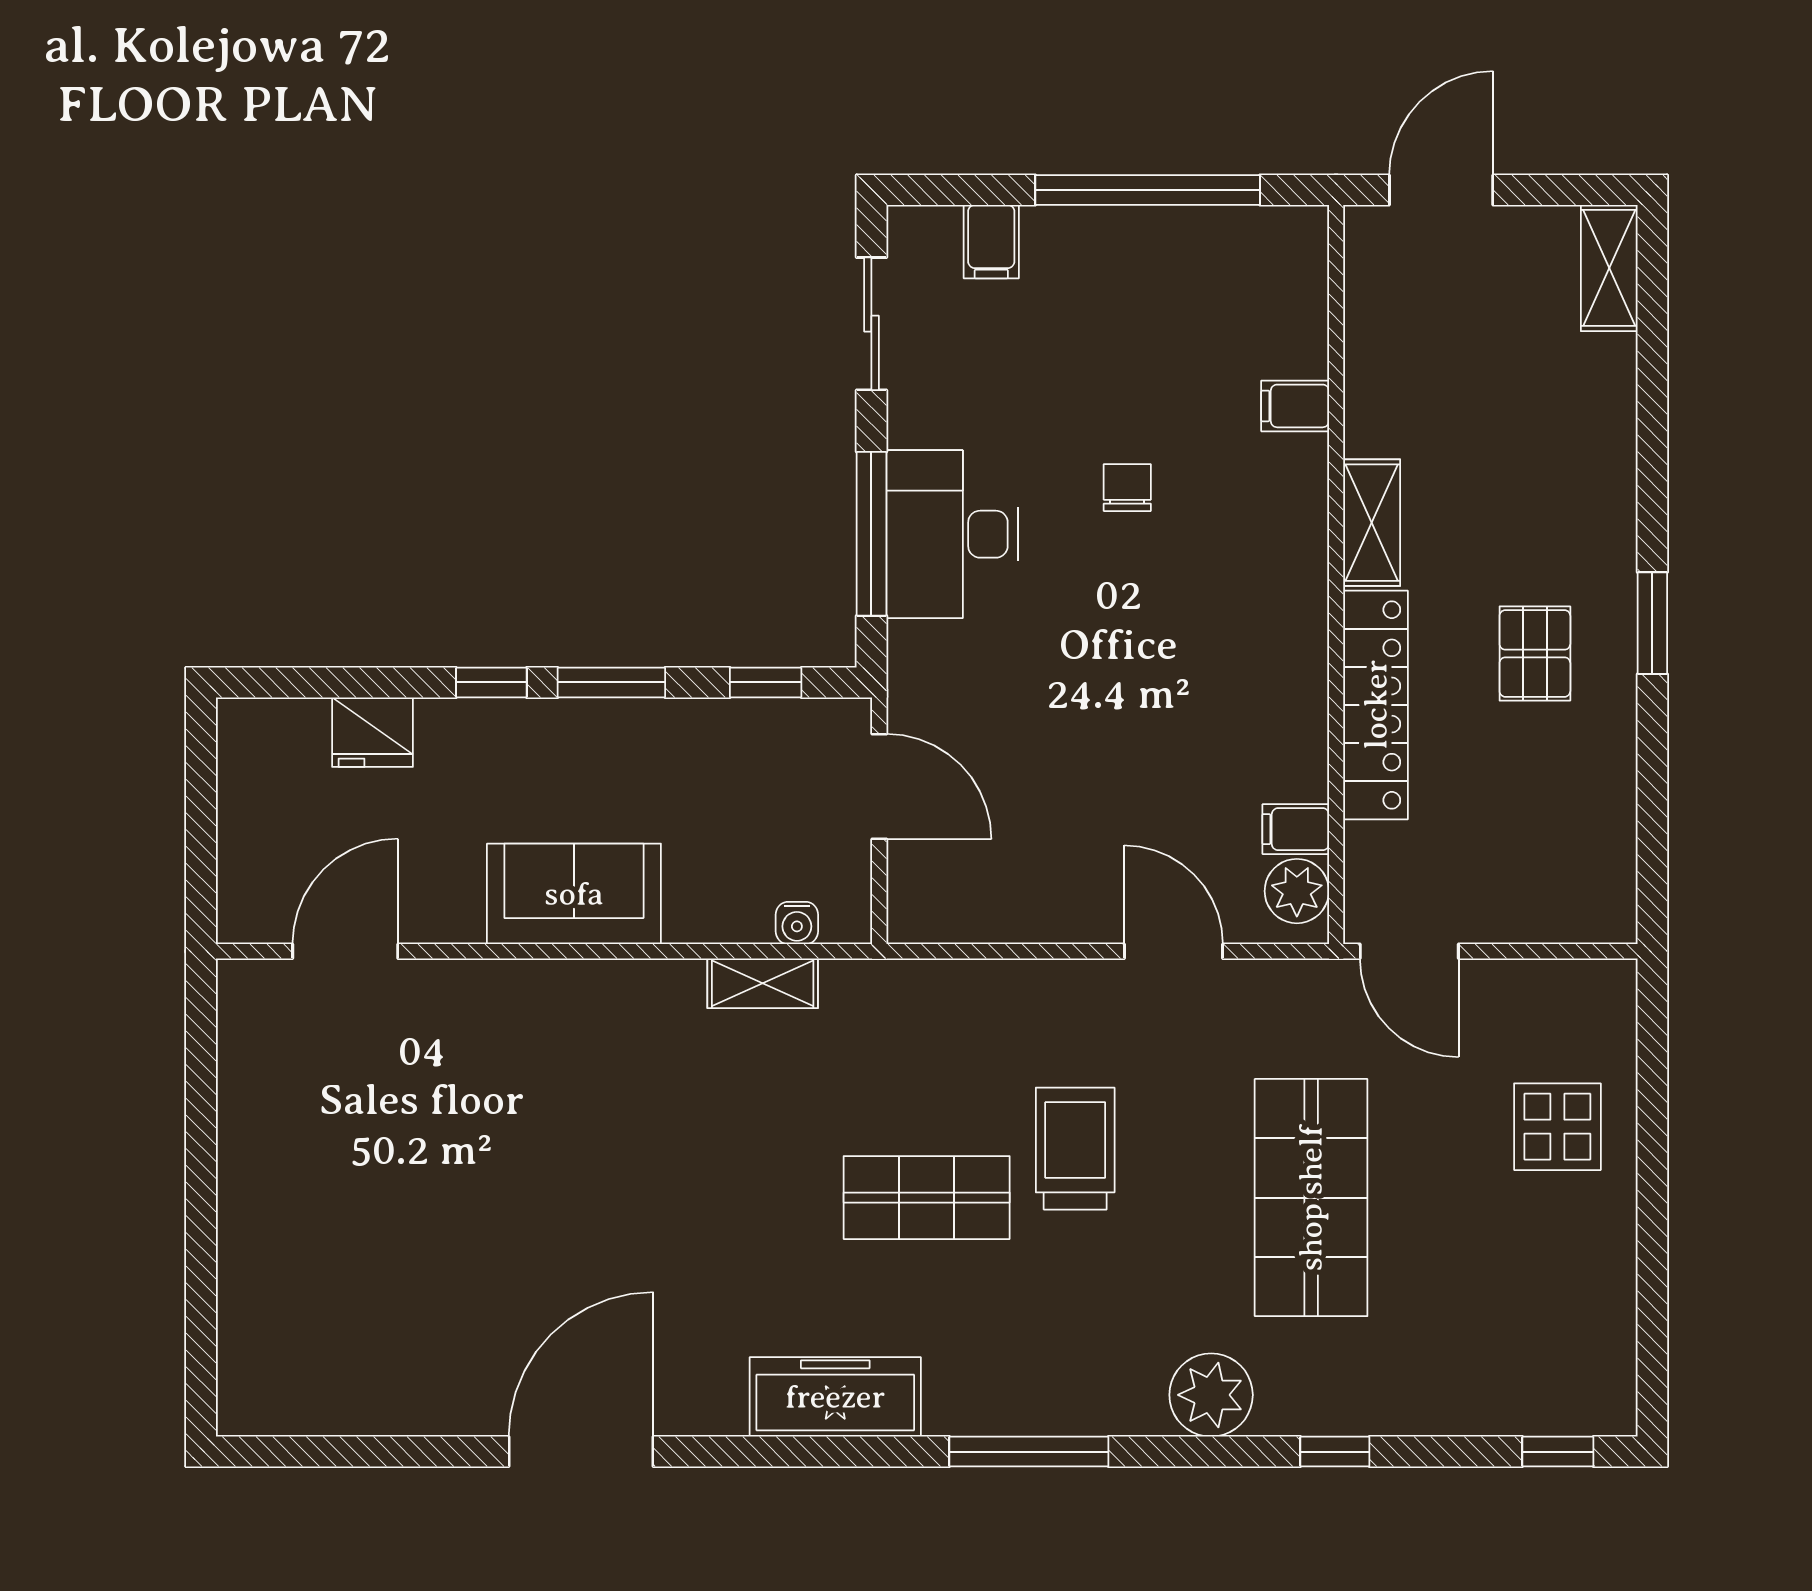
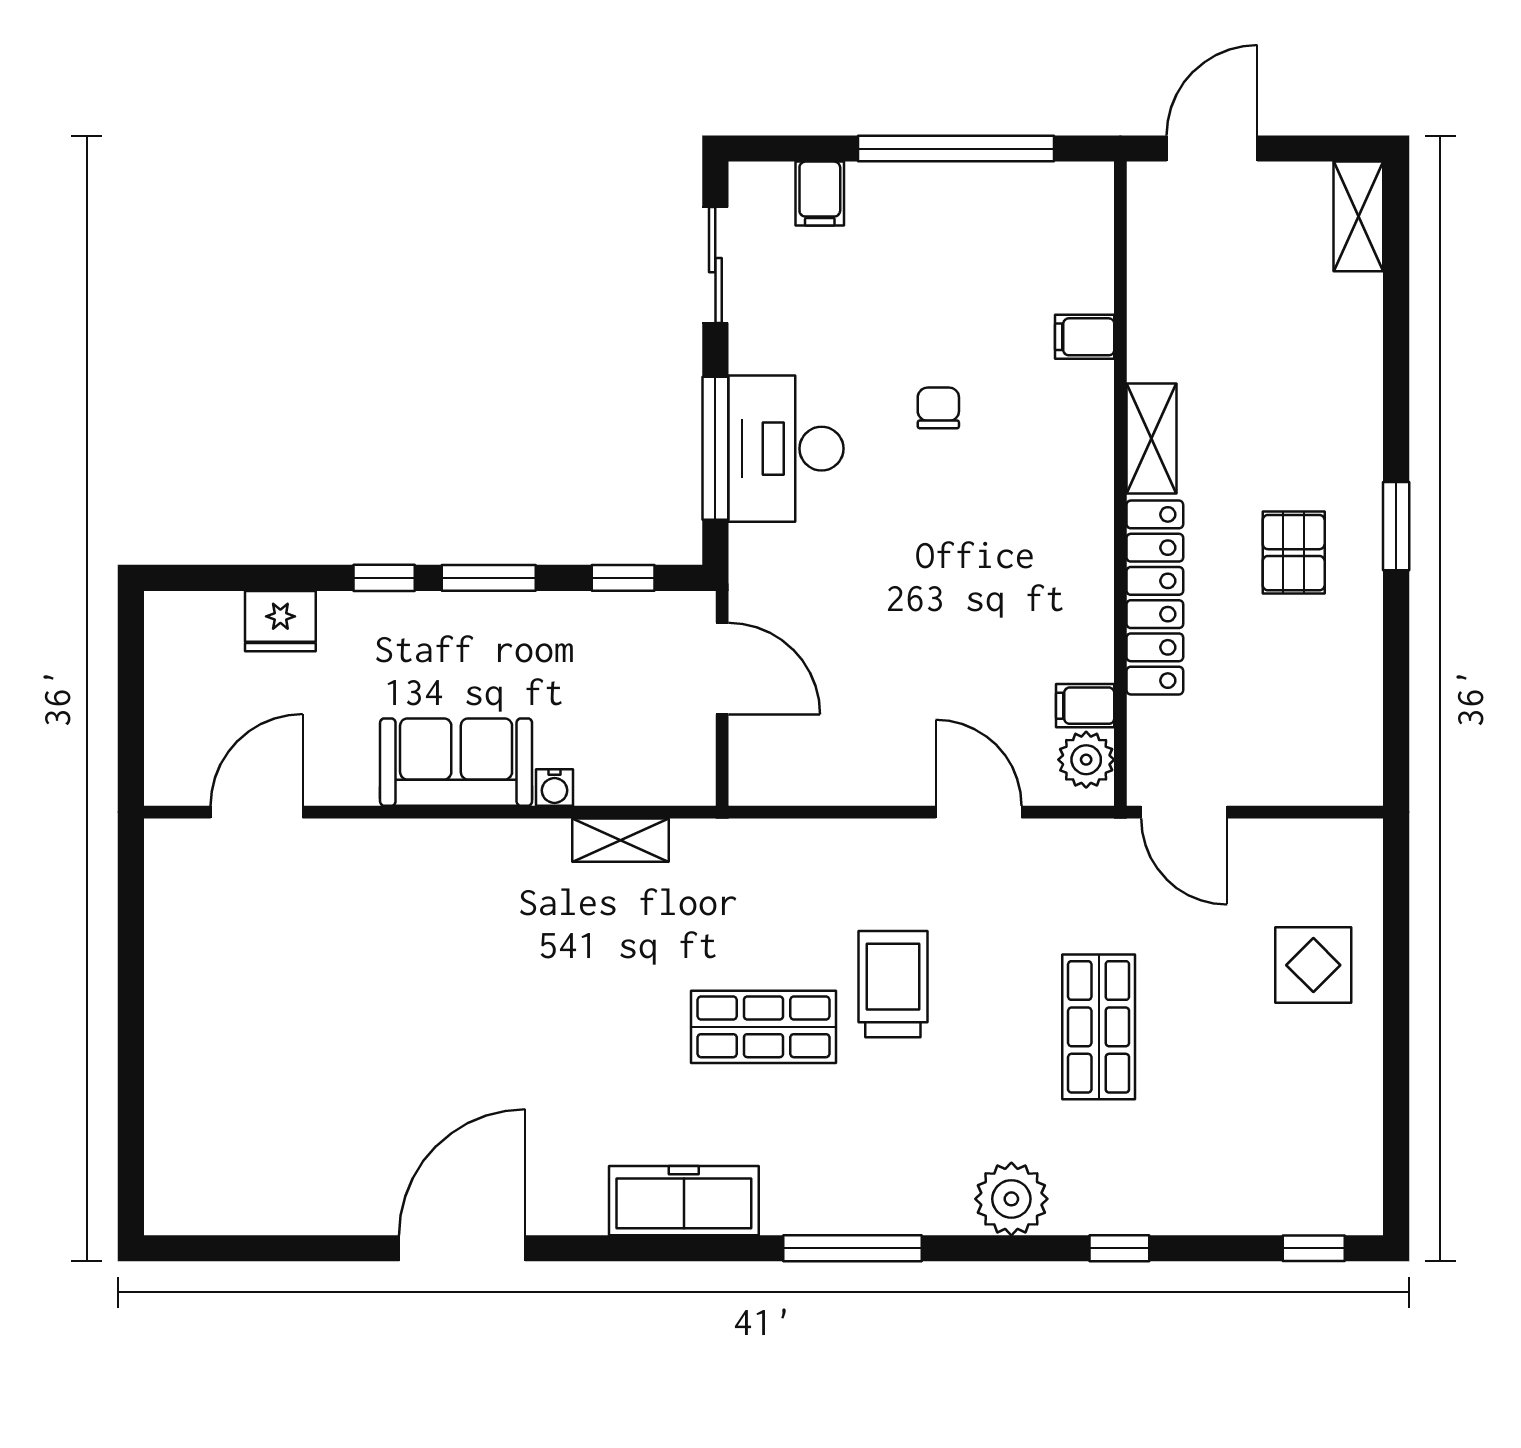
water cooler: (797, 923) -> (555, 788), moved
shop shelf: (1311, 1198) -> (1099, 1027), width x0.70, depth x0.74

